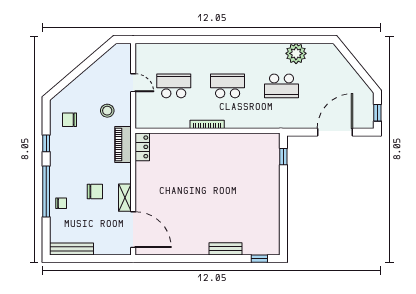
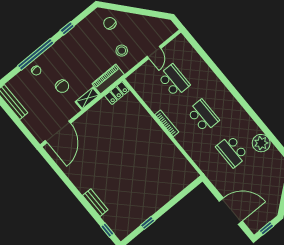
chair: (69, 120) -> (110, 23), moved
window: (283, 157) -> (148, 223), moved
shelving: (125, 198) -> (88, 98), moved

